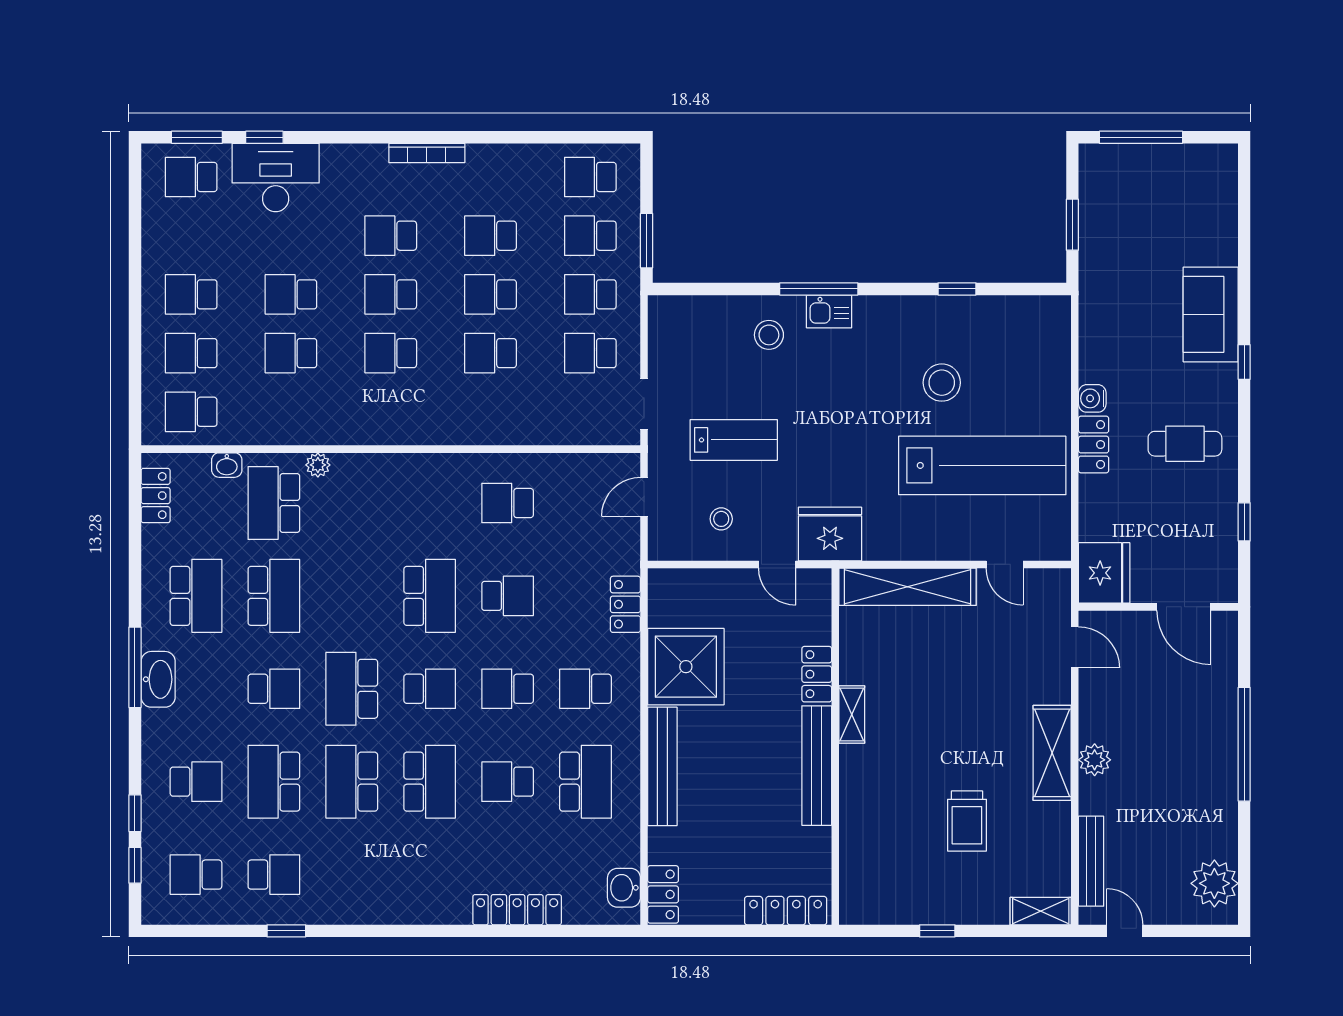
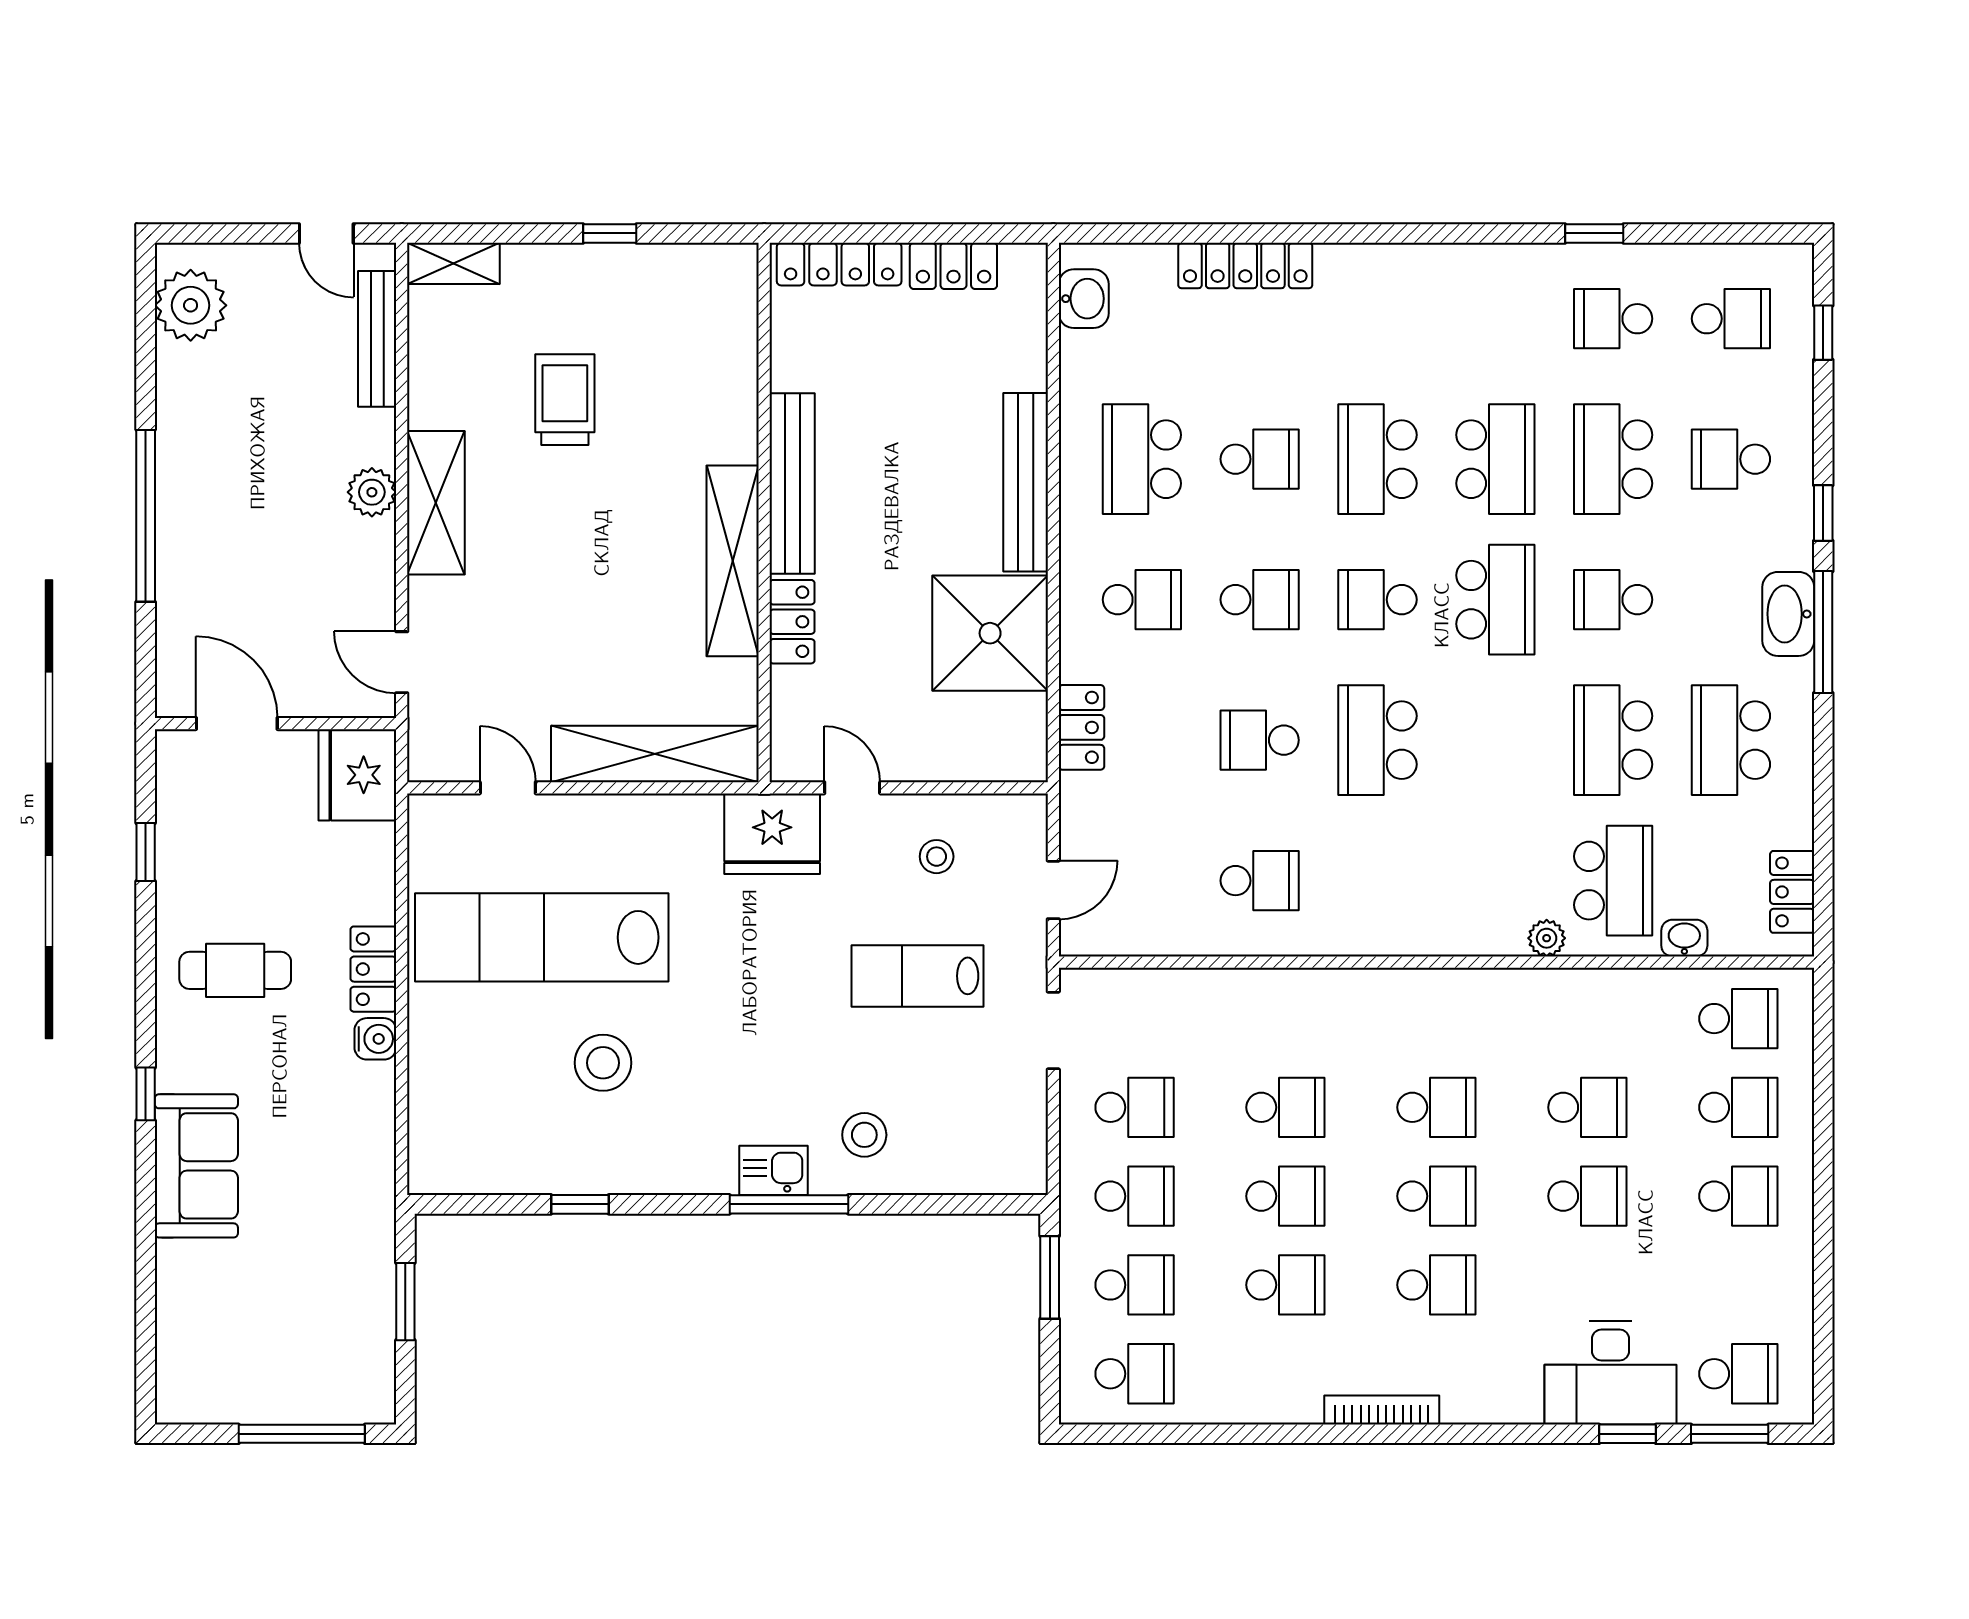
shelving: (852, 714) -> (733, 561), width x2.20, depth x1.33
school desk: (274, 782) -> (1613, 459), turned 180
window: (135, 813) -> (1823, 513), moved
locker: (663, 894) -> (953, 266), moved, turned -90

